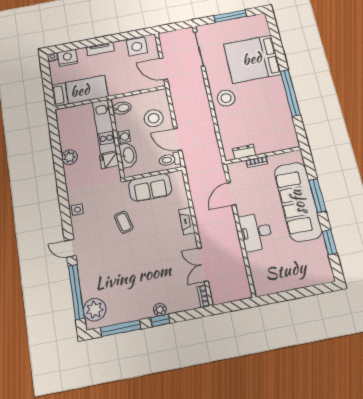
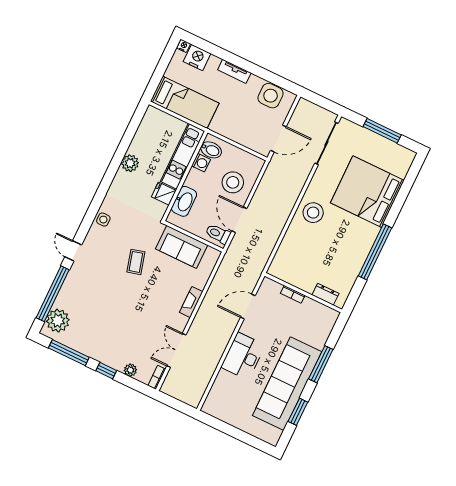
door: (164, 69) -> (278, 139), swing flipped
washing machine: (124, 137) -> (201, 163), moved
dresser: (244, 152) -> (325, 294), moved
sofa: (298, 202) -> (287, 384), moved
plant: (160, 310) -> (130, 370), moved

